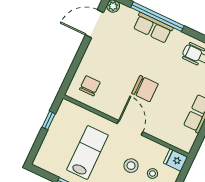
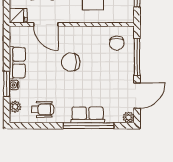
window: (76, 63) -> (137, 57), added
door: (130, 128) -> (46, 24), moved

